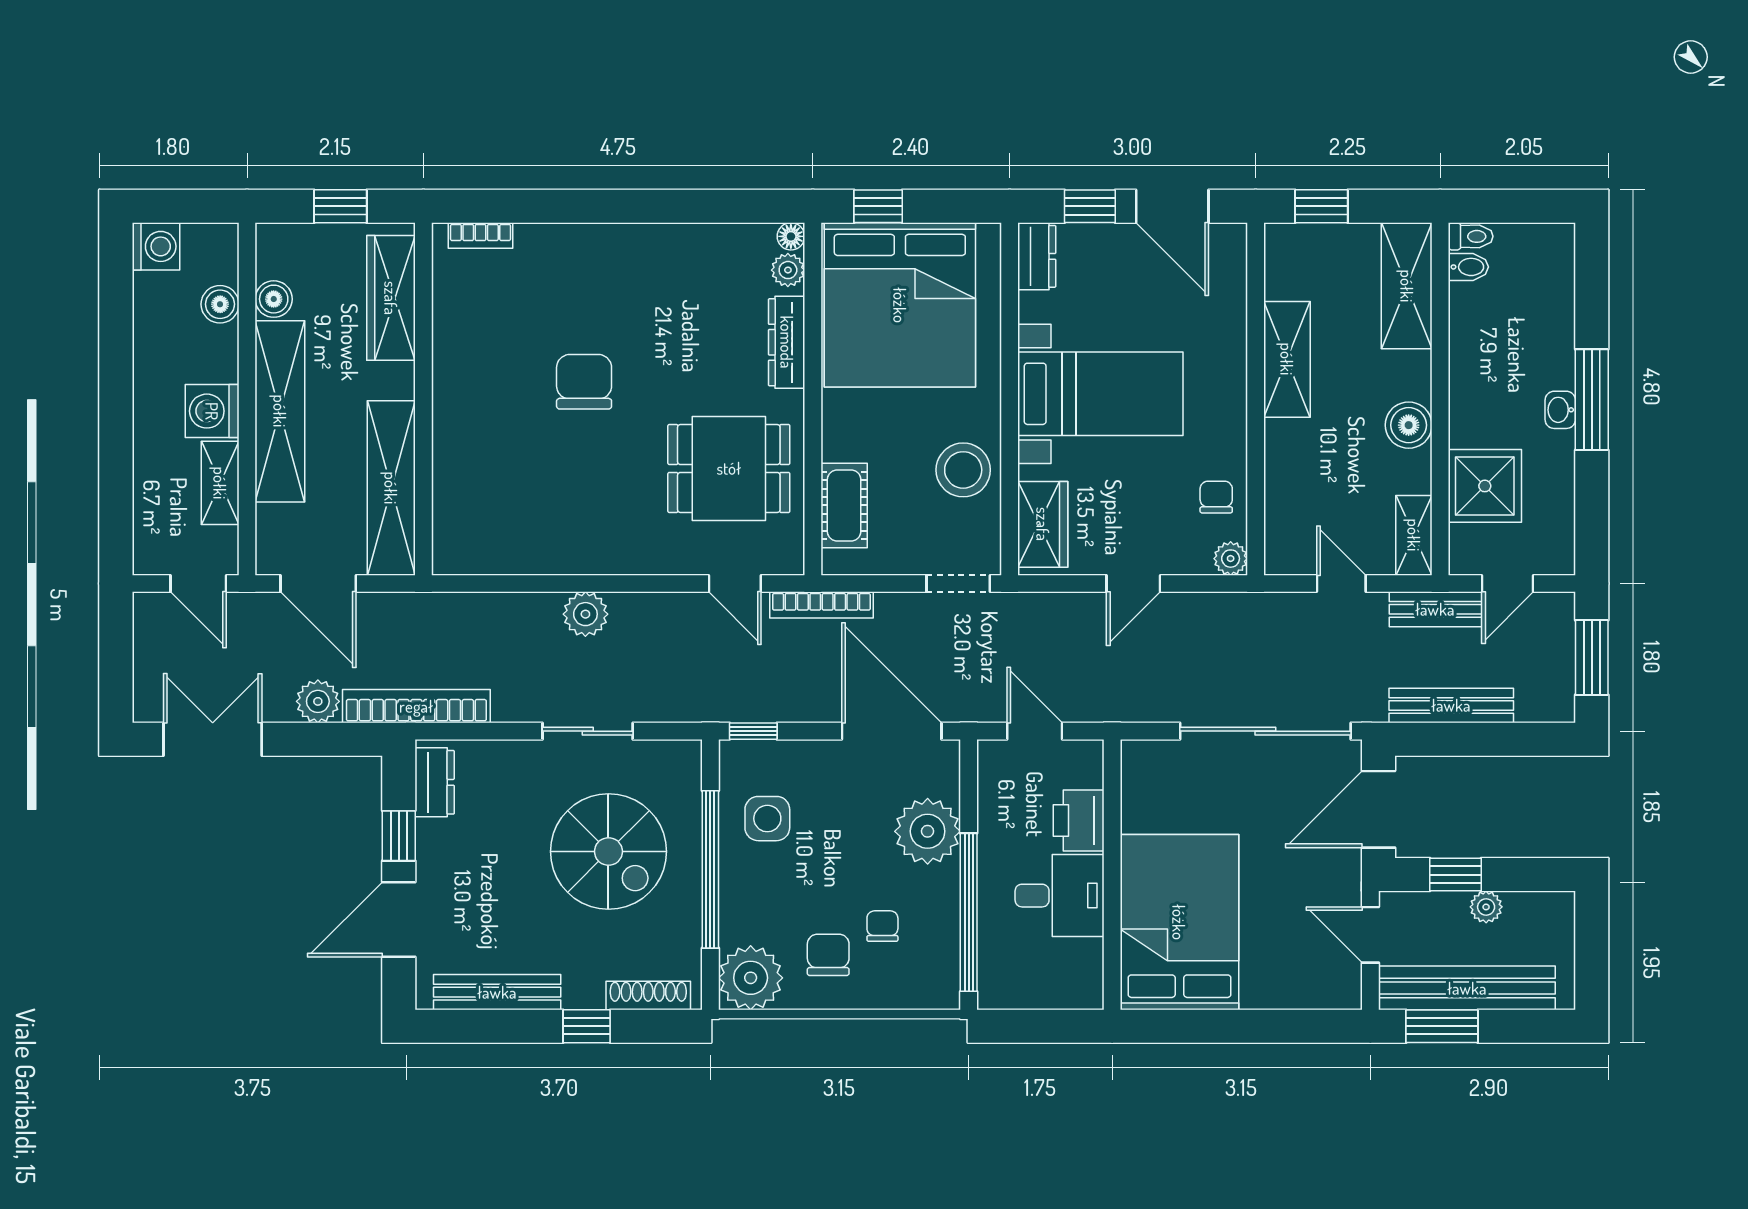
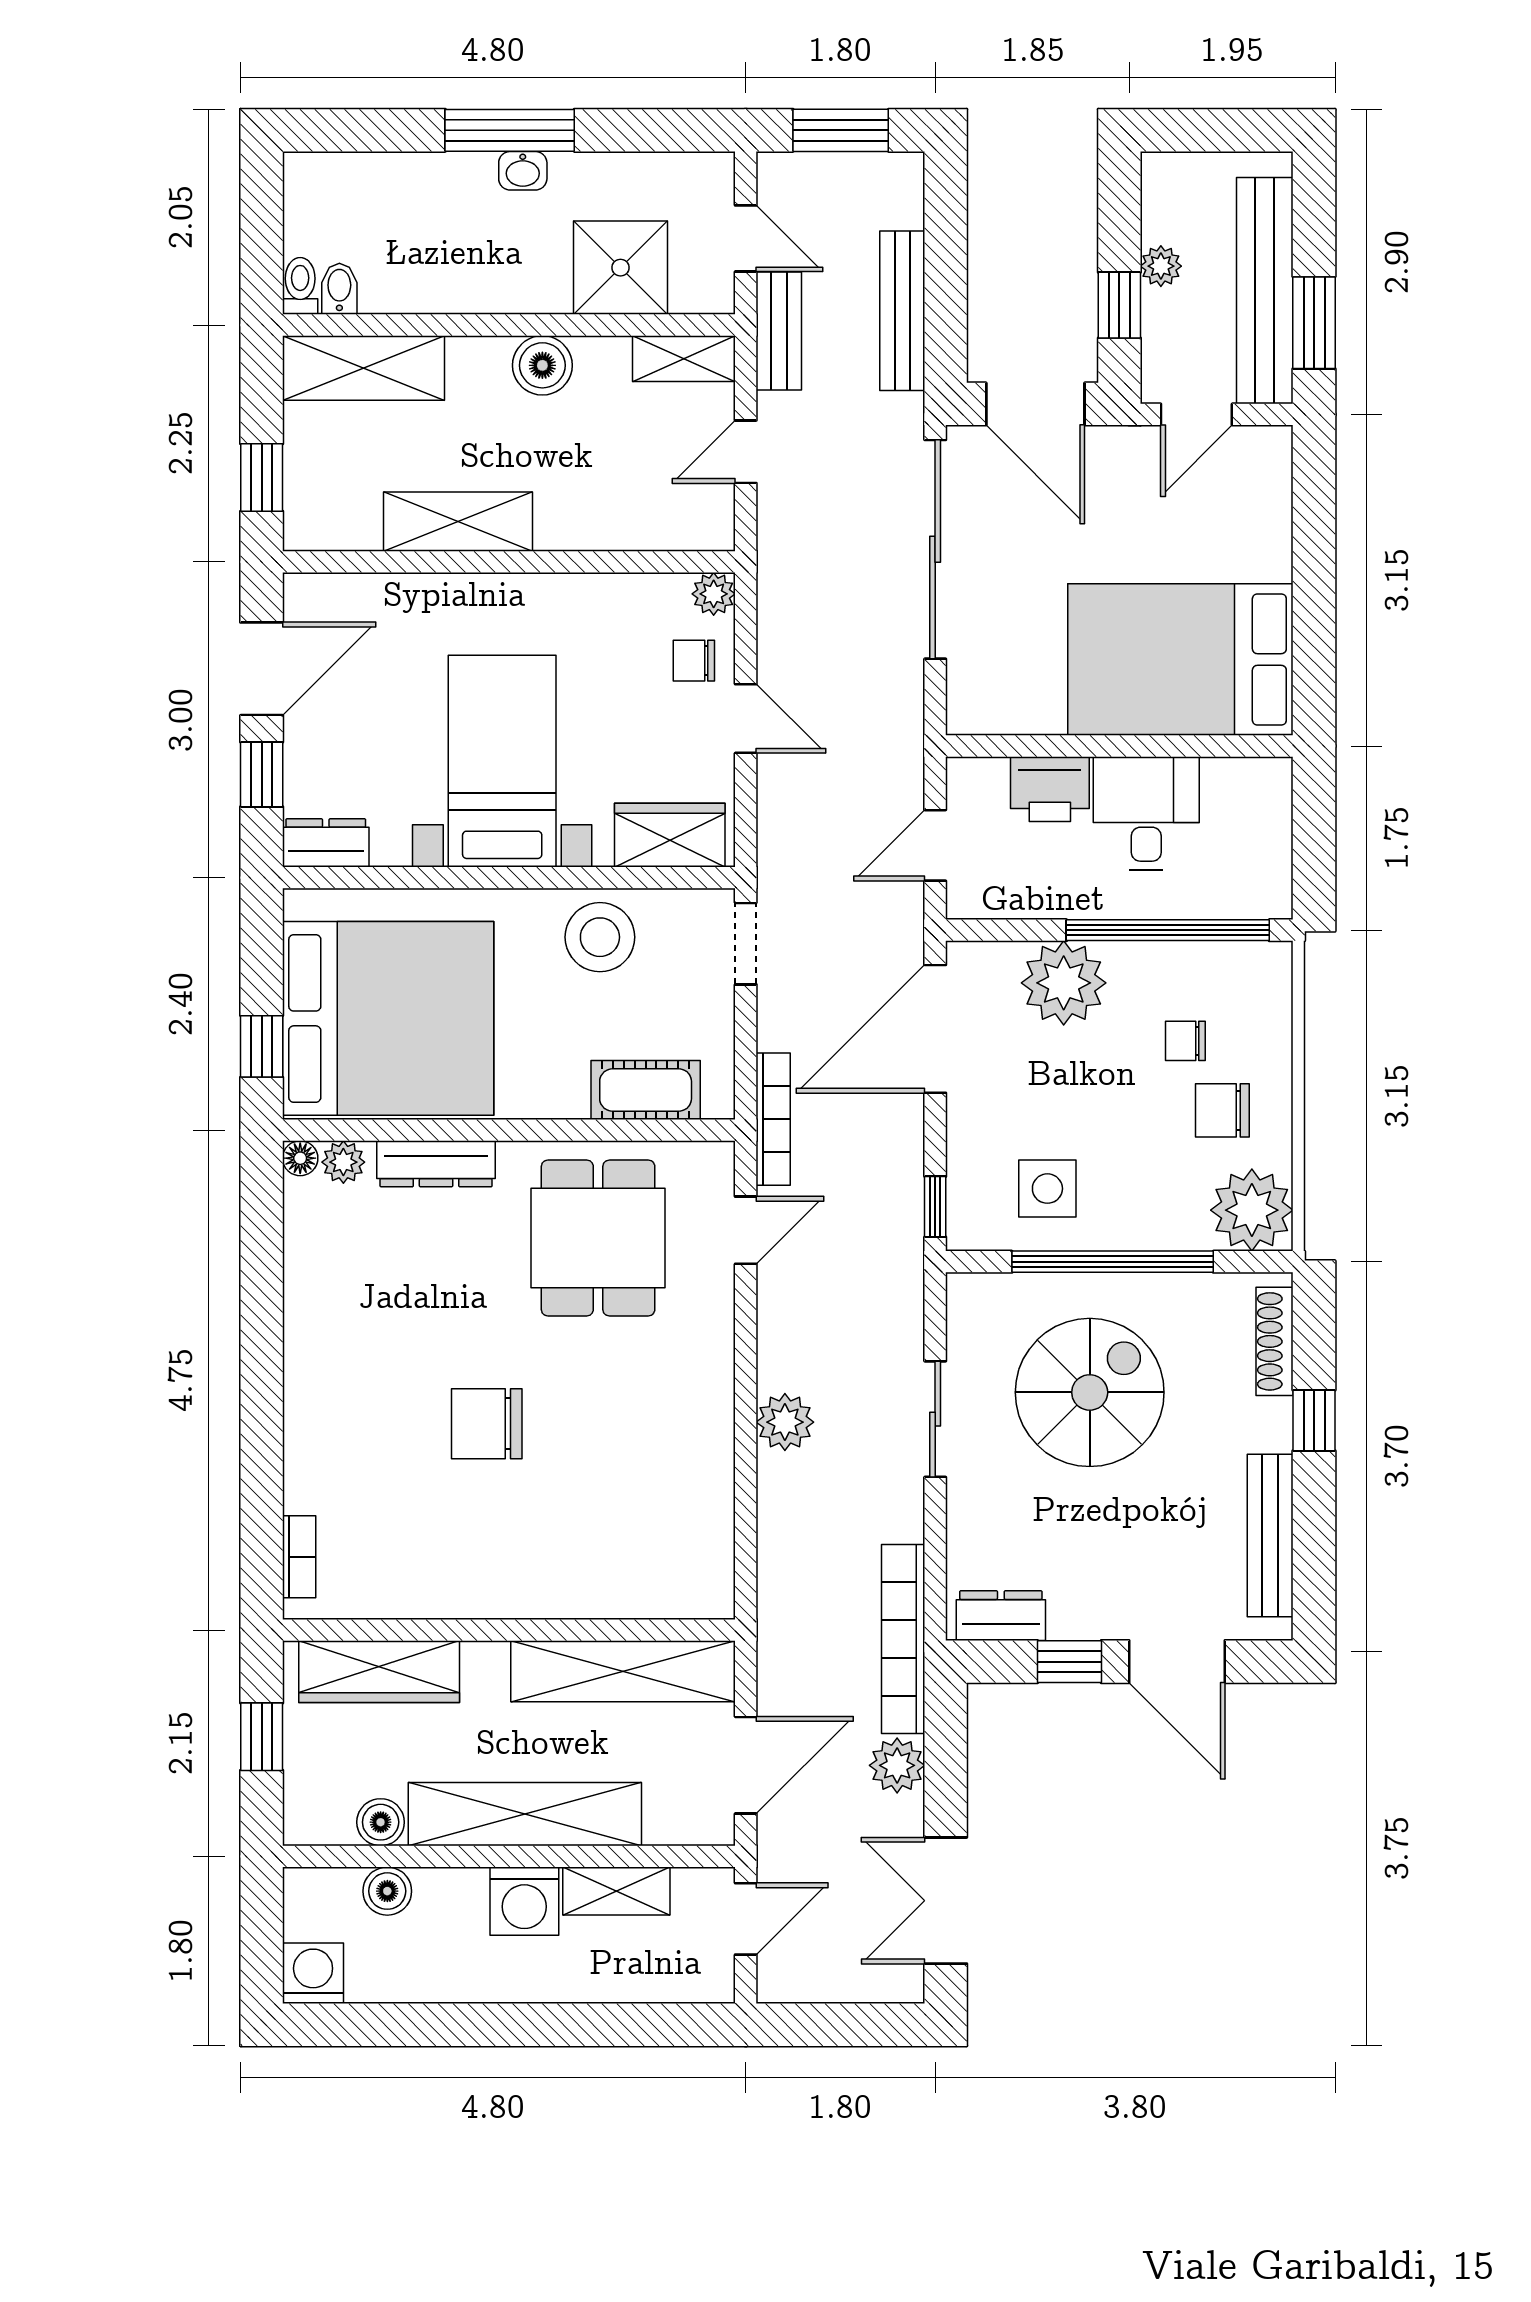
chair: (1216, 497) -> (694, 661), moved

